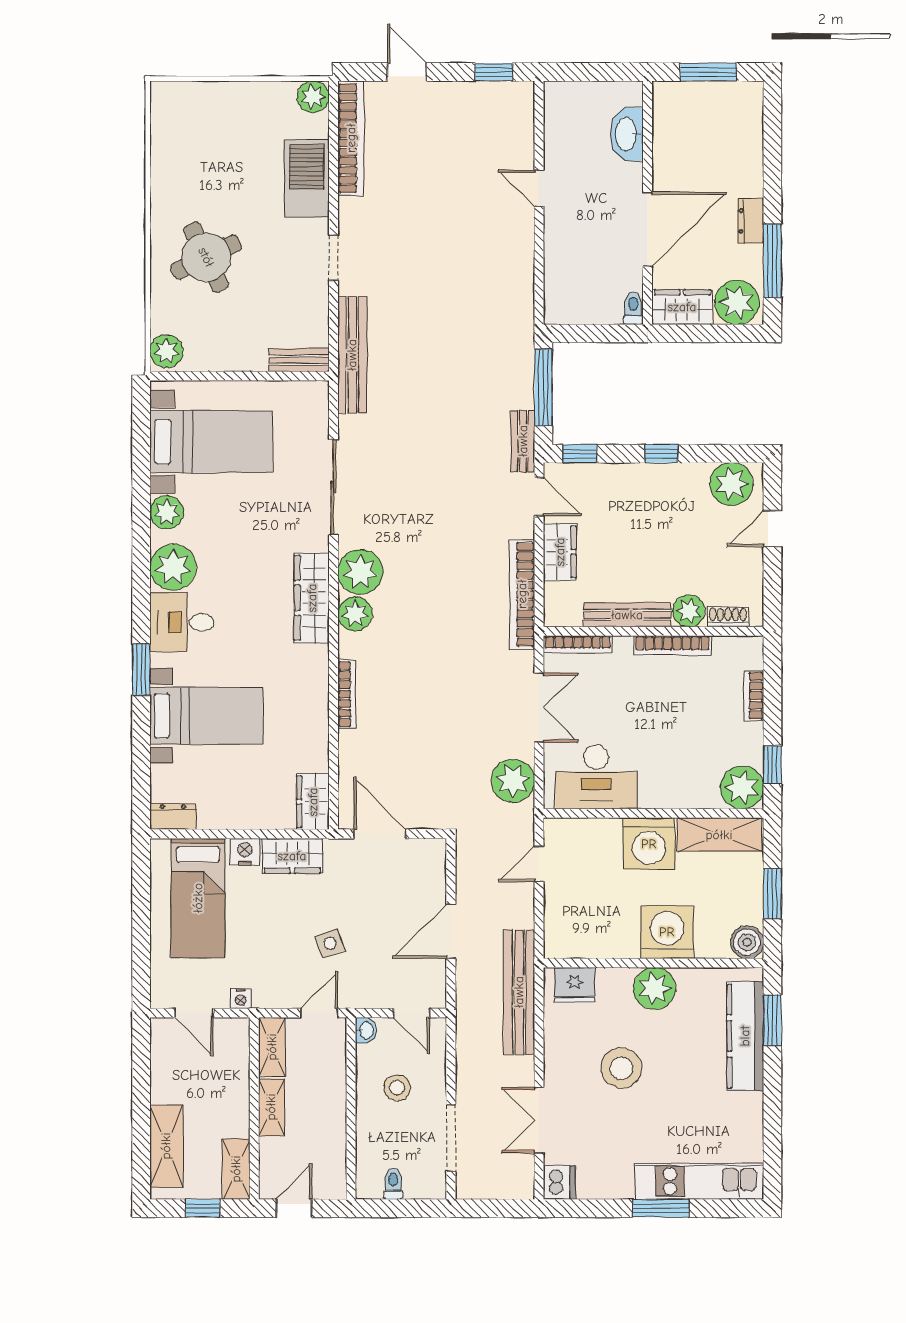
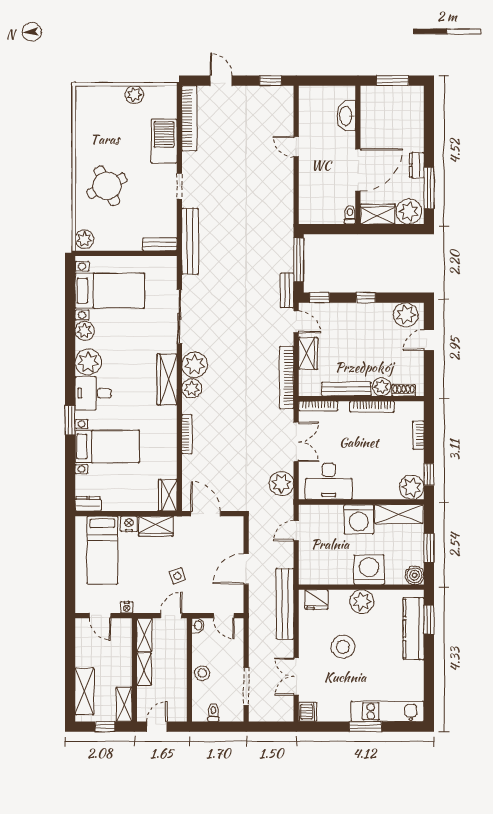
plant: (313, 97) -> (134, 95), moved
stool: (397, 1088) -> (202, 673), moved

